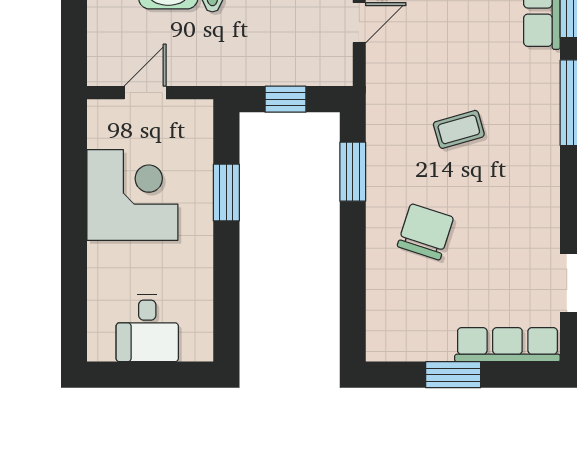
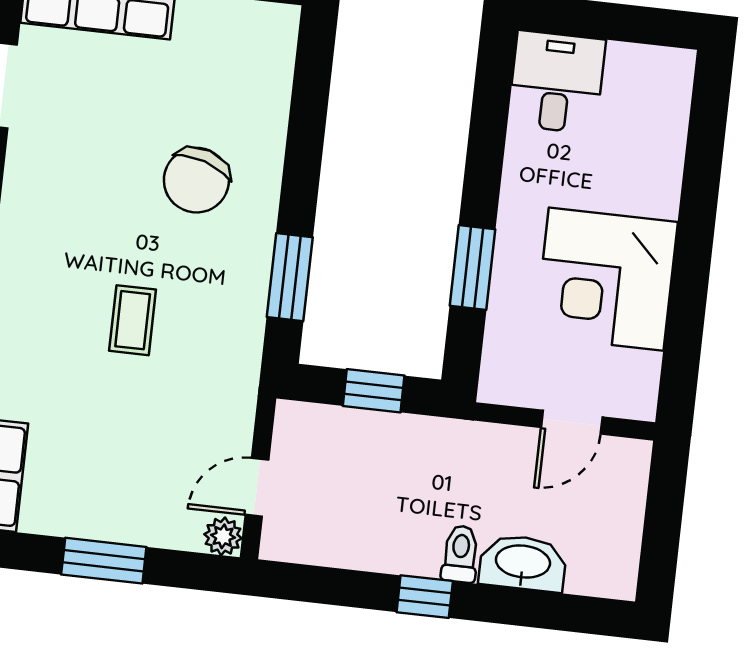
coffee table: (459, 129) -> (133, 320), turned -74
desk: (147, 328) -> (557, 82), moved

